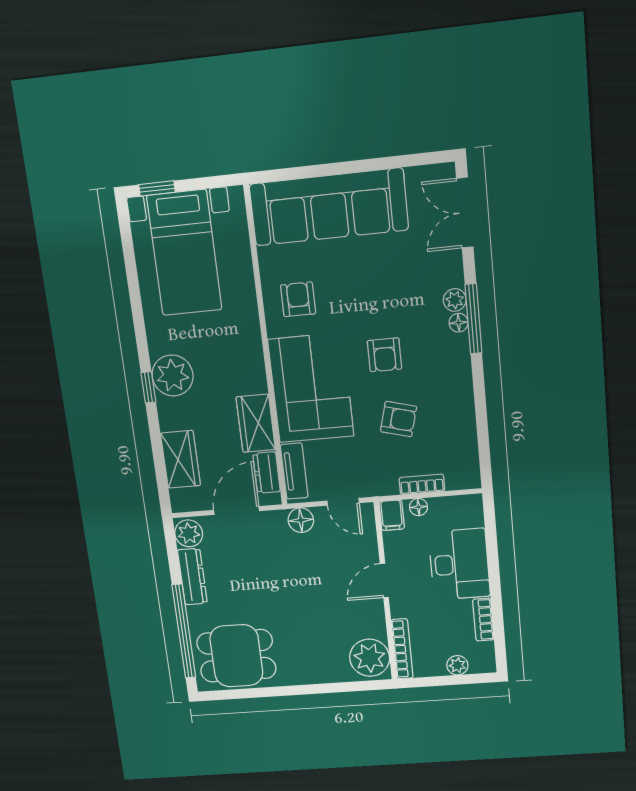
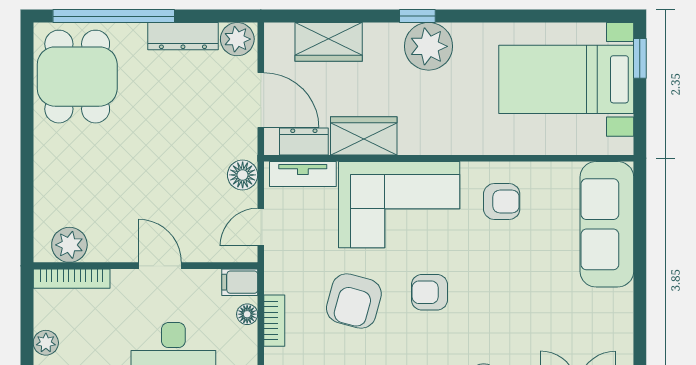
sofa: (329, 207) -> (607, 224), width x0.74, depth x0.79
armchair: (399, 419) -> (354, 301), width x1.38, depth x1.38
plant: (370, 658) -> (69, 245), width x0.73, depth x0.73

